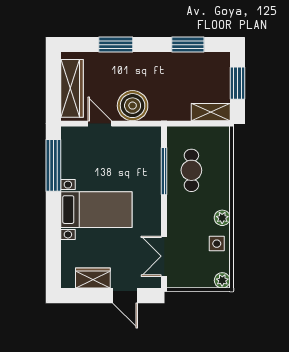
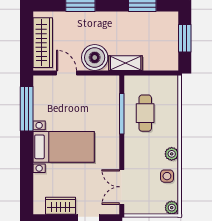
shelving: (211, 112) -> (126, 63), moved

